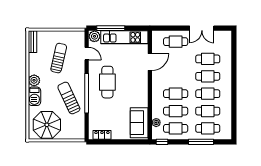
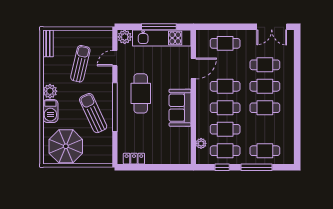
window: (111, 28) -> (159, 27), moved
double door: (202, 28) -> (272, 27), moved
door: (87, 54) -> (115, 58), swing flipped
cafe table: (208, 111) -> (225, 86), moved
sofa: (139, 123) -> (180, 108), moved
window: (162, 142) -> (222, 167), moved

